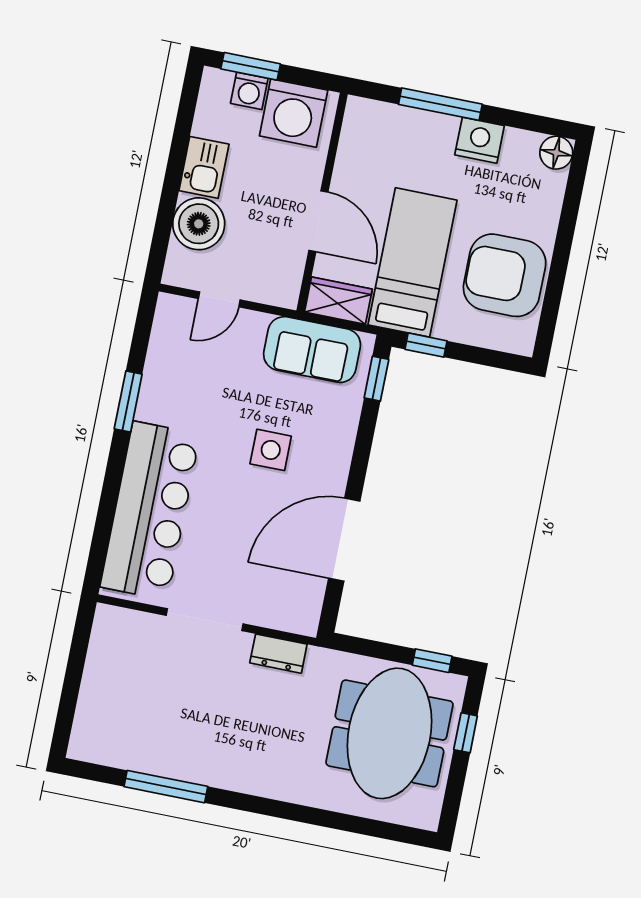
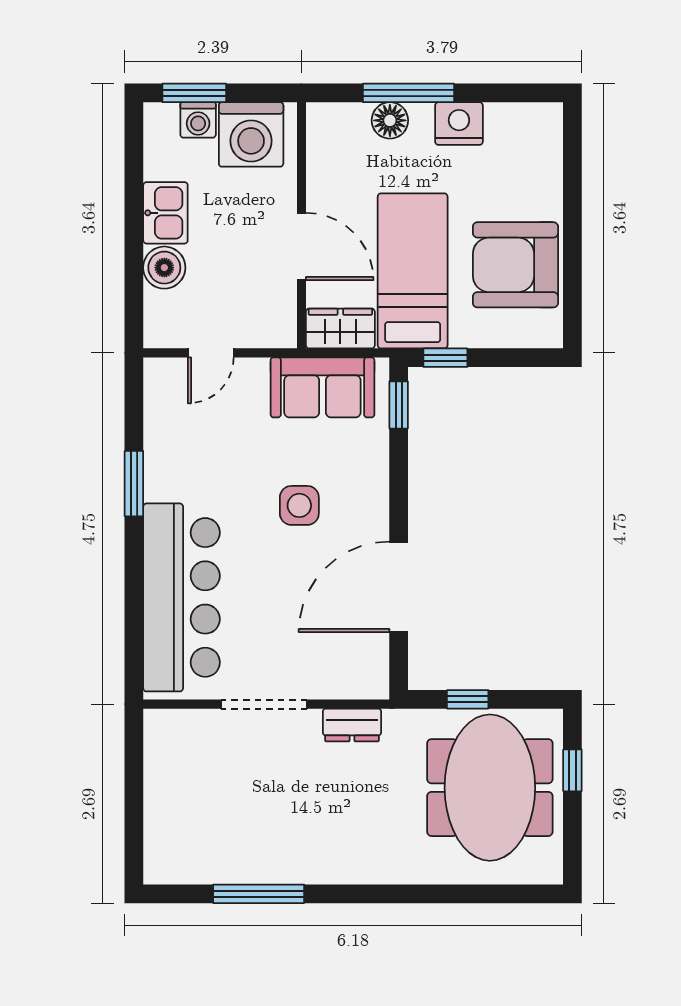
floor lamp: (556, 153) -> (390, 120), moved
boiler: (199, 224) -> (164, 268), width x0.73, depth x0.73
window: (432, 661) -> (468, 699), moved

